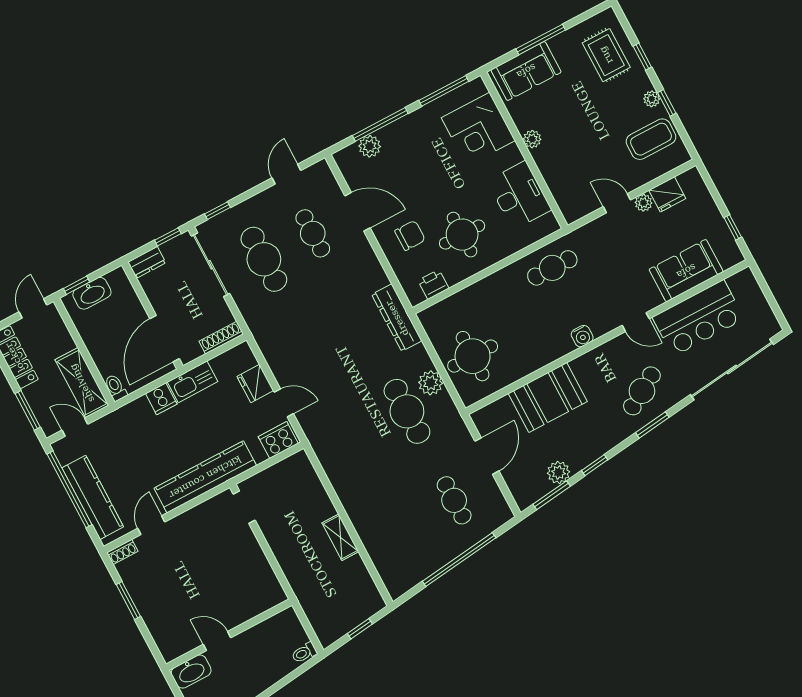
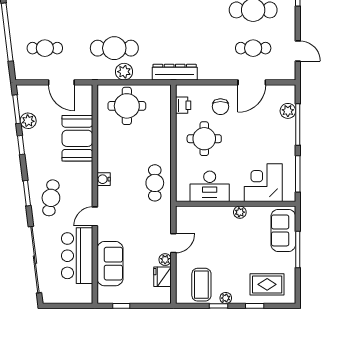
cafe table: (642, 391) -> (51, 198), turned 40

